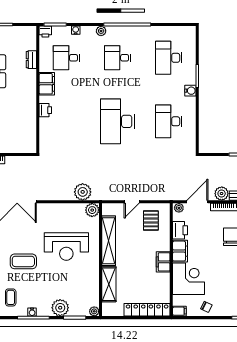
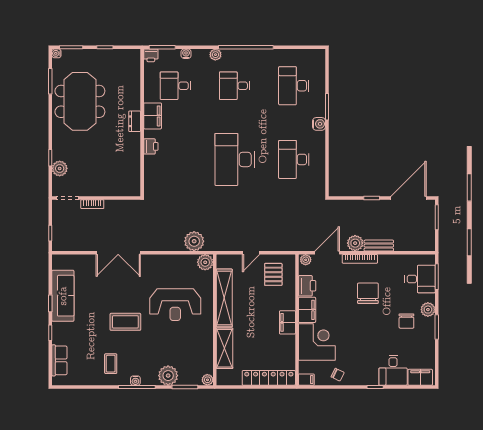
dresser: (31, 60) -> (135, 121), moved

